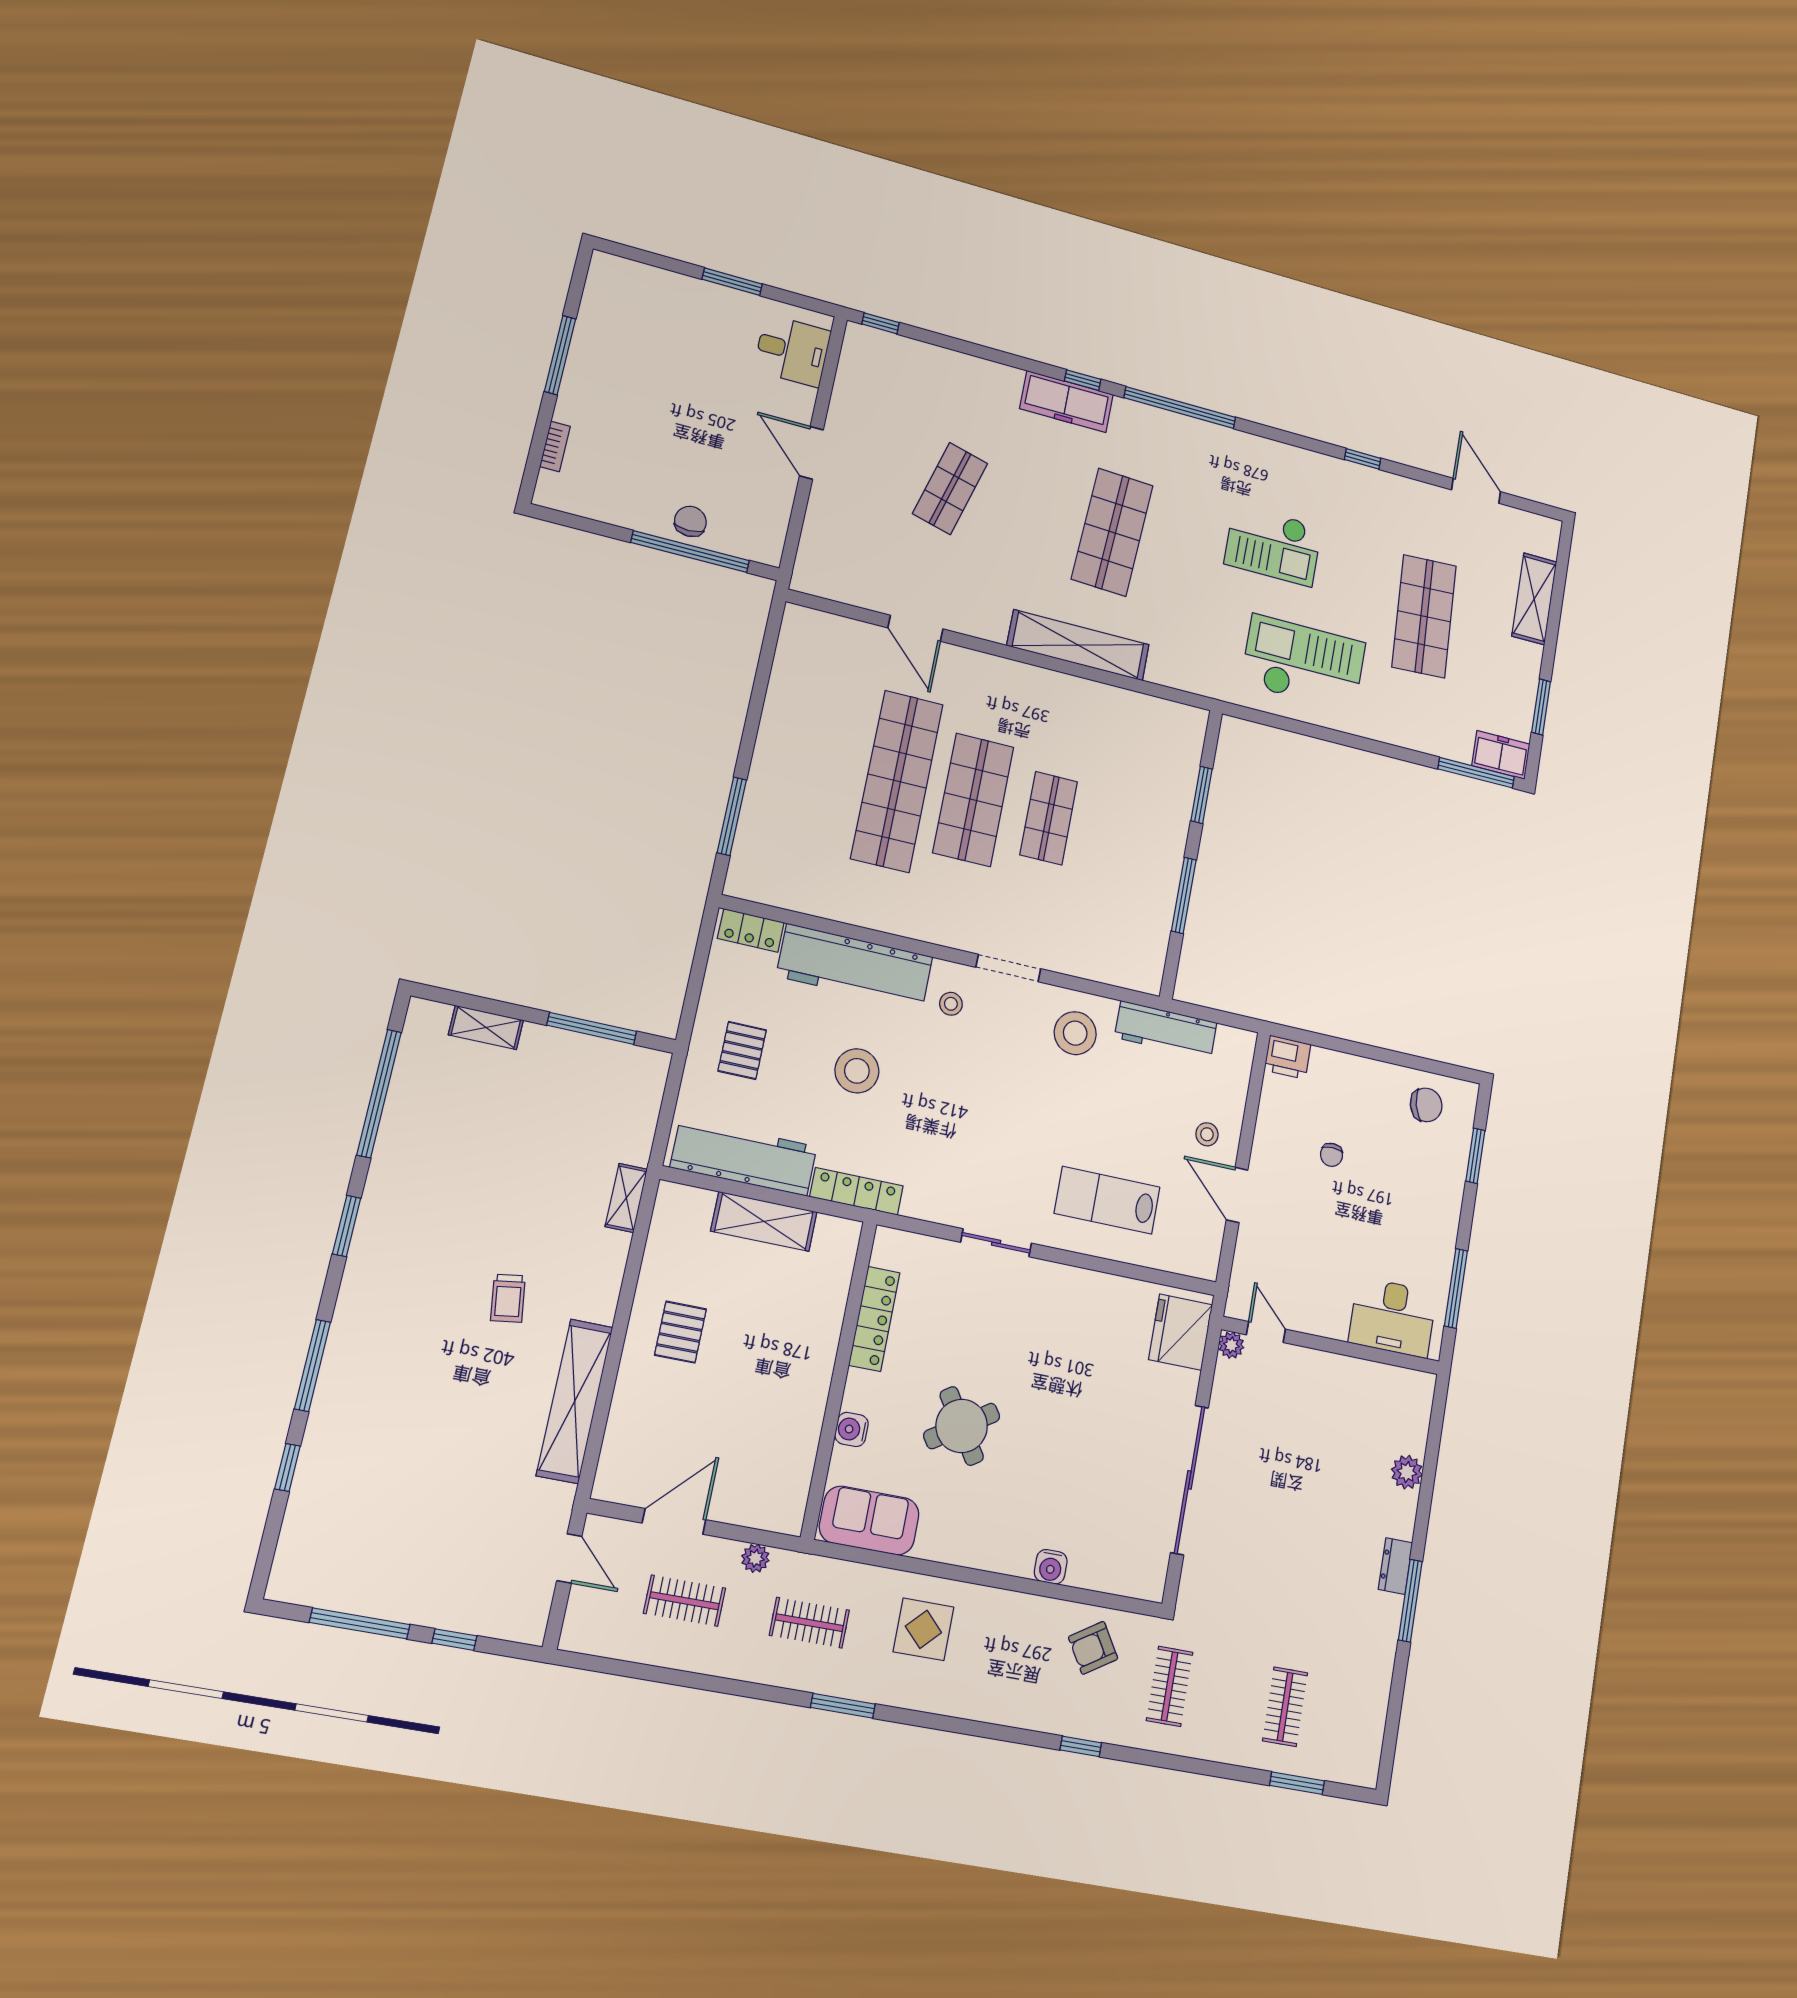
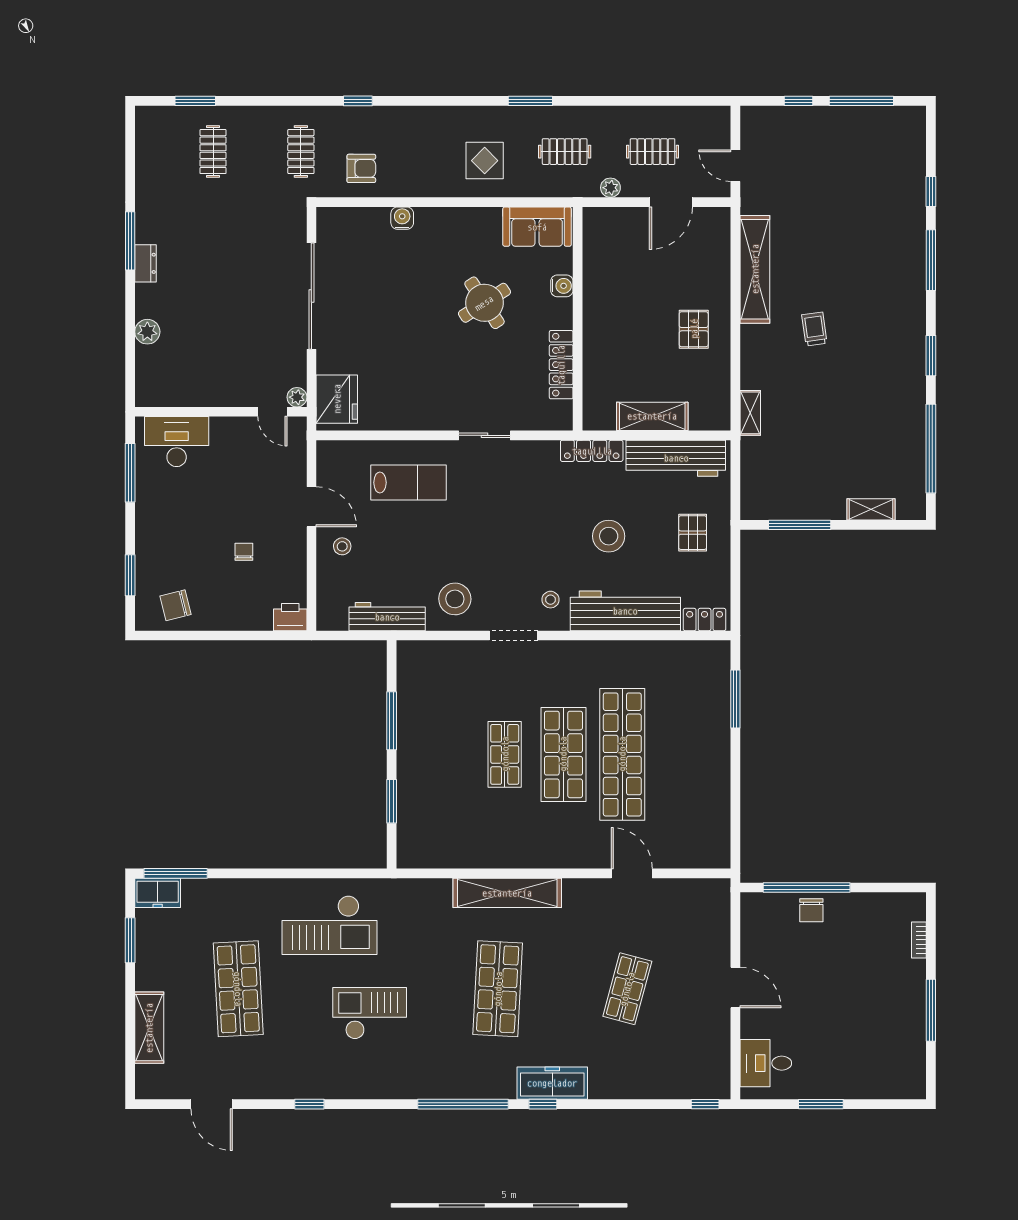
armchair: (1093, 1648) -> (361, 168), turned 32

